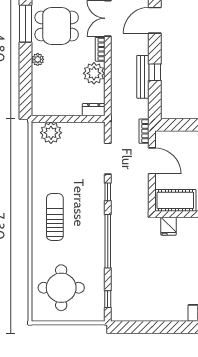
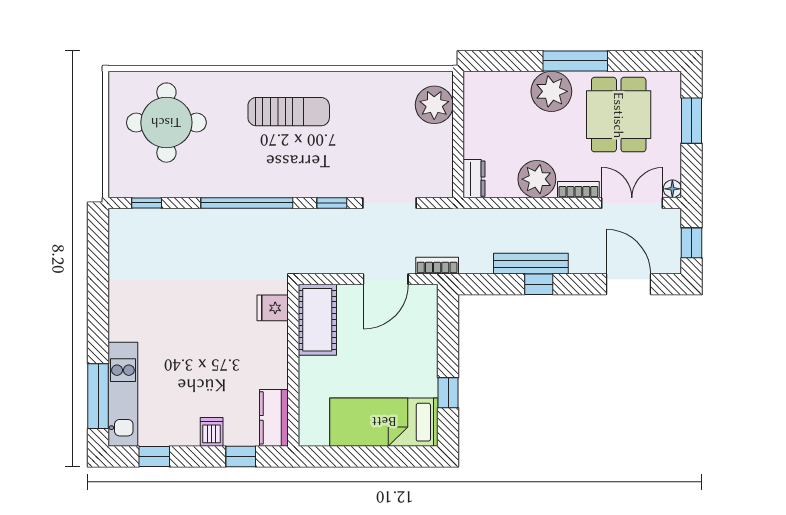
window: (26, 24) -> (575, 61), moved
plant: (38, 59) -> (551, 91), width x1.88, depth x1.88

